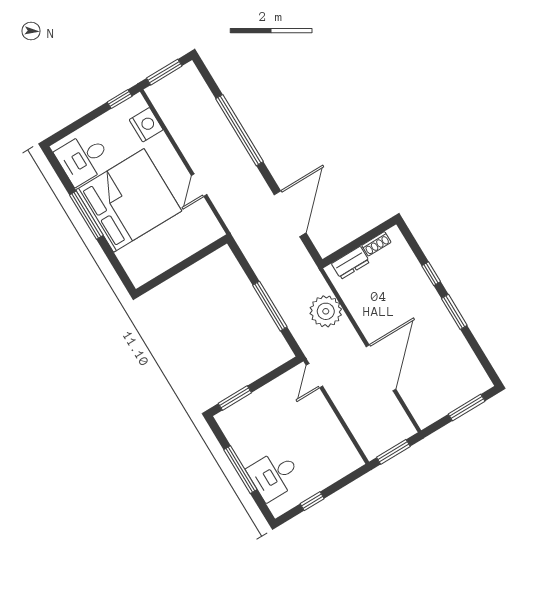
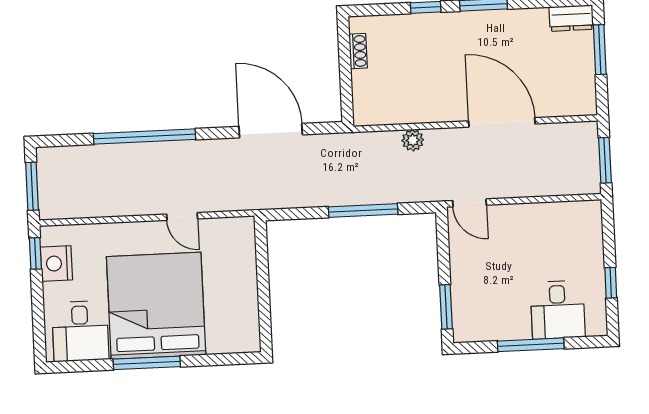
nightstand: (146, 125) -> (56, 263), moved, turned -90
dresser: (351, 263) -> (571, 18), moved, turned 90
plant: (326, 311) -> (413, 140), width x0.53, depth x0.53

